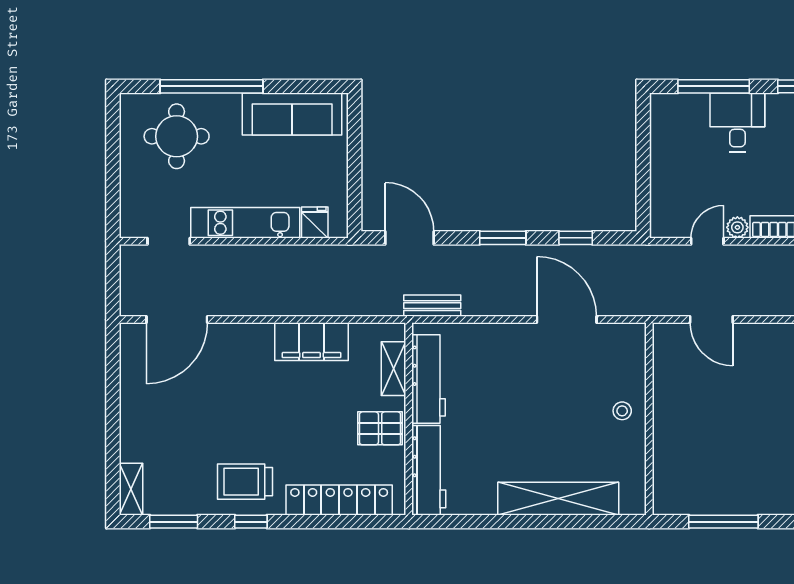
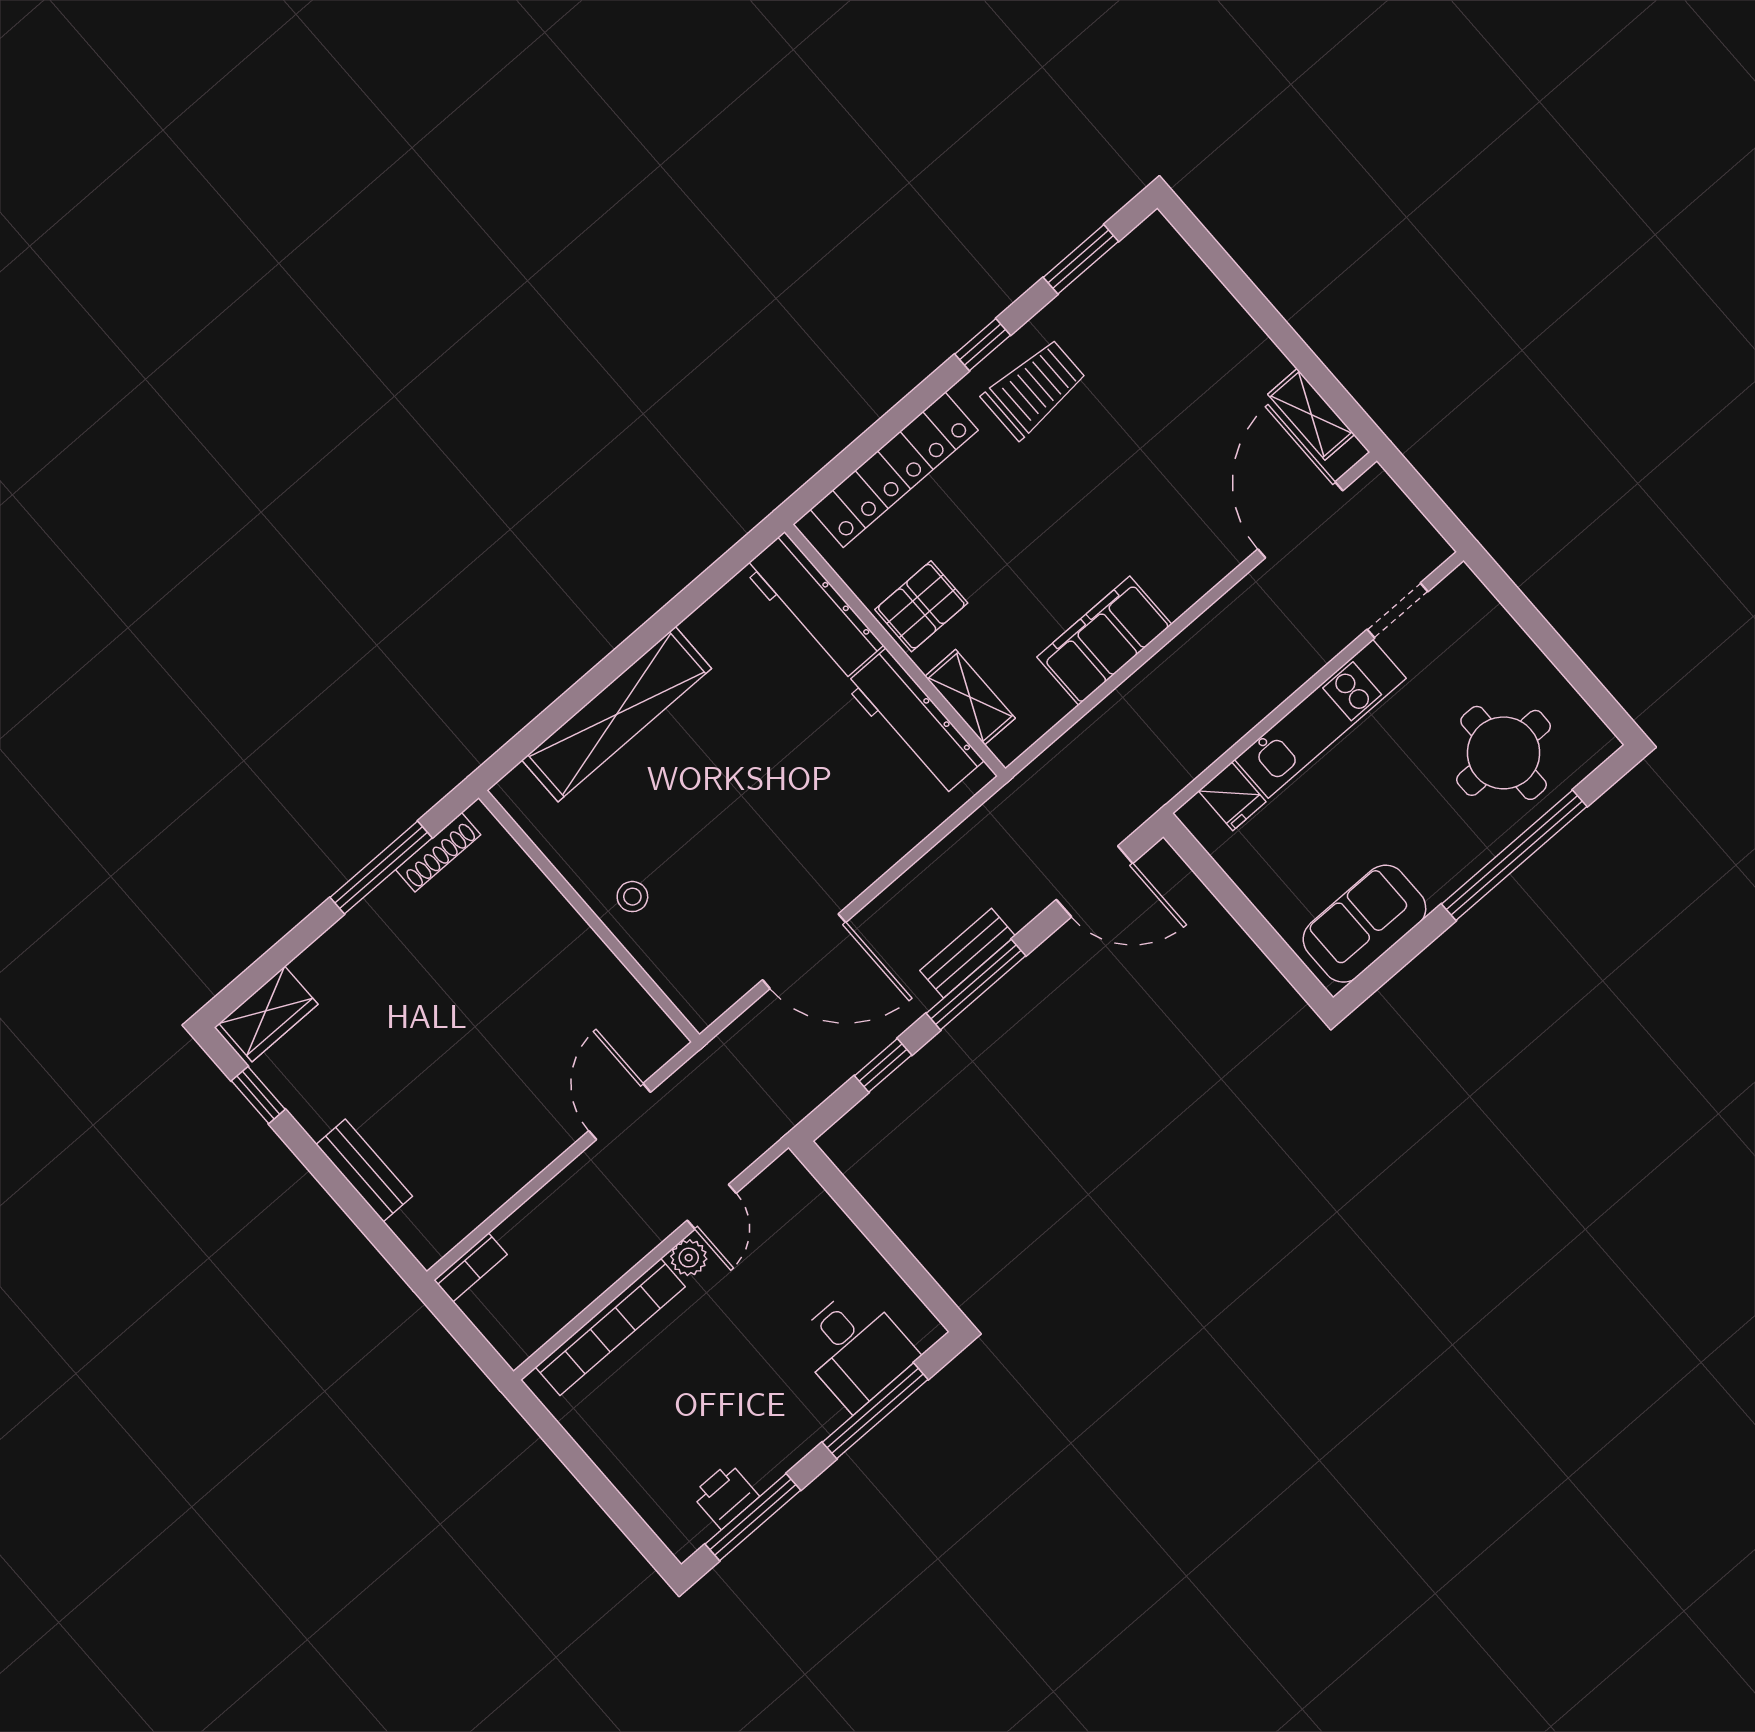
sofa: (292, 114) -> (1364, 924), width x0.73
desk: (737, 122) -> (855, 1348), moved
window: (503, 238) -> (976, 985), width x1.44
bench: (432, 306) -> (967, 953), moved
door: (711, 320) -> (620, 1111), hinge flipped
shelving: (131, 489) -> (1311, 414), moved
shoe rack: (692, 506) -> (438, 852), added

